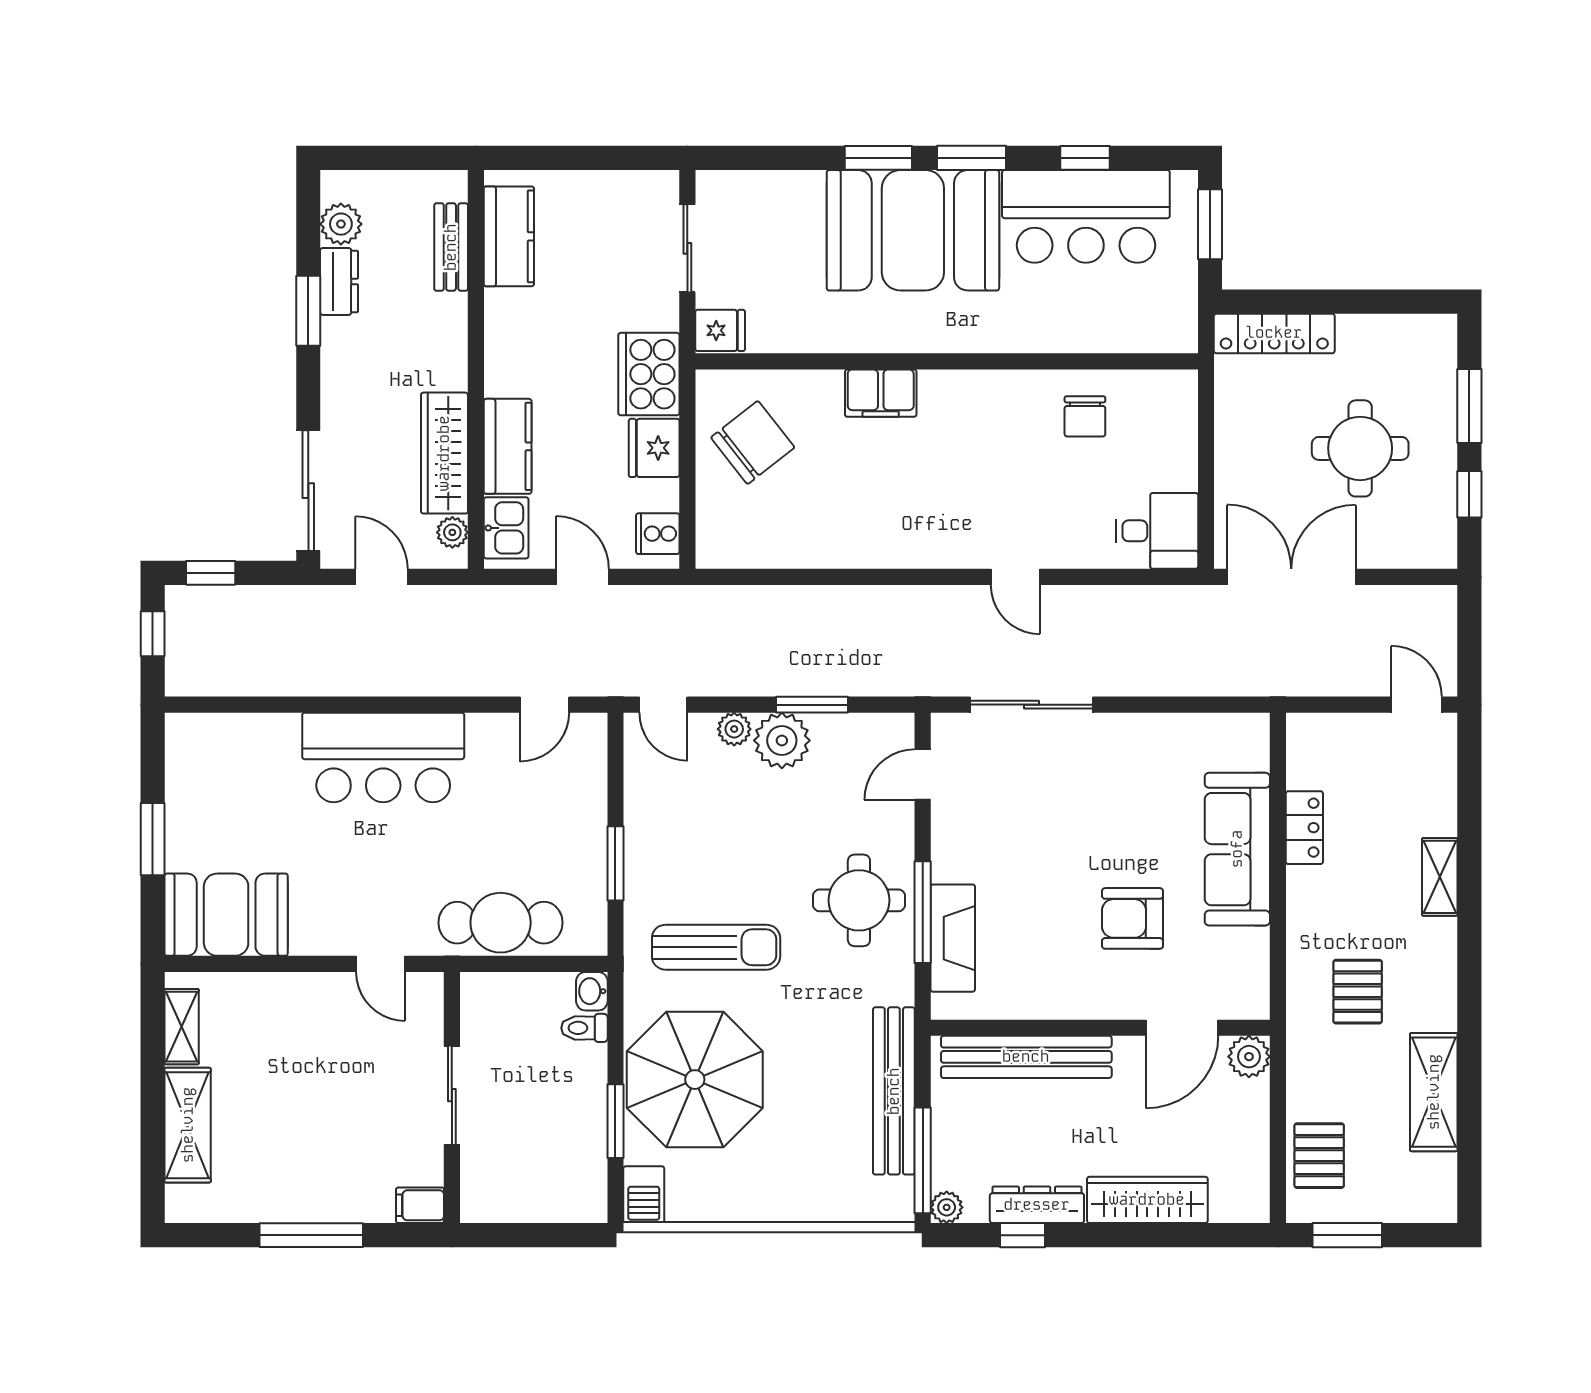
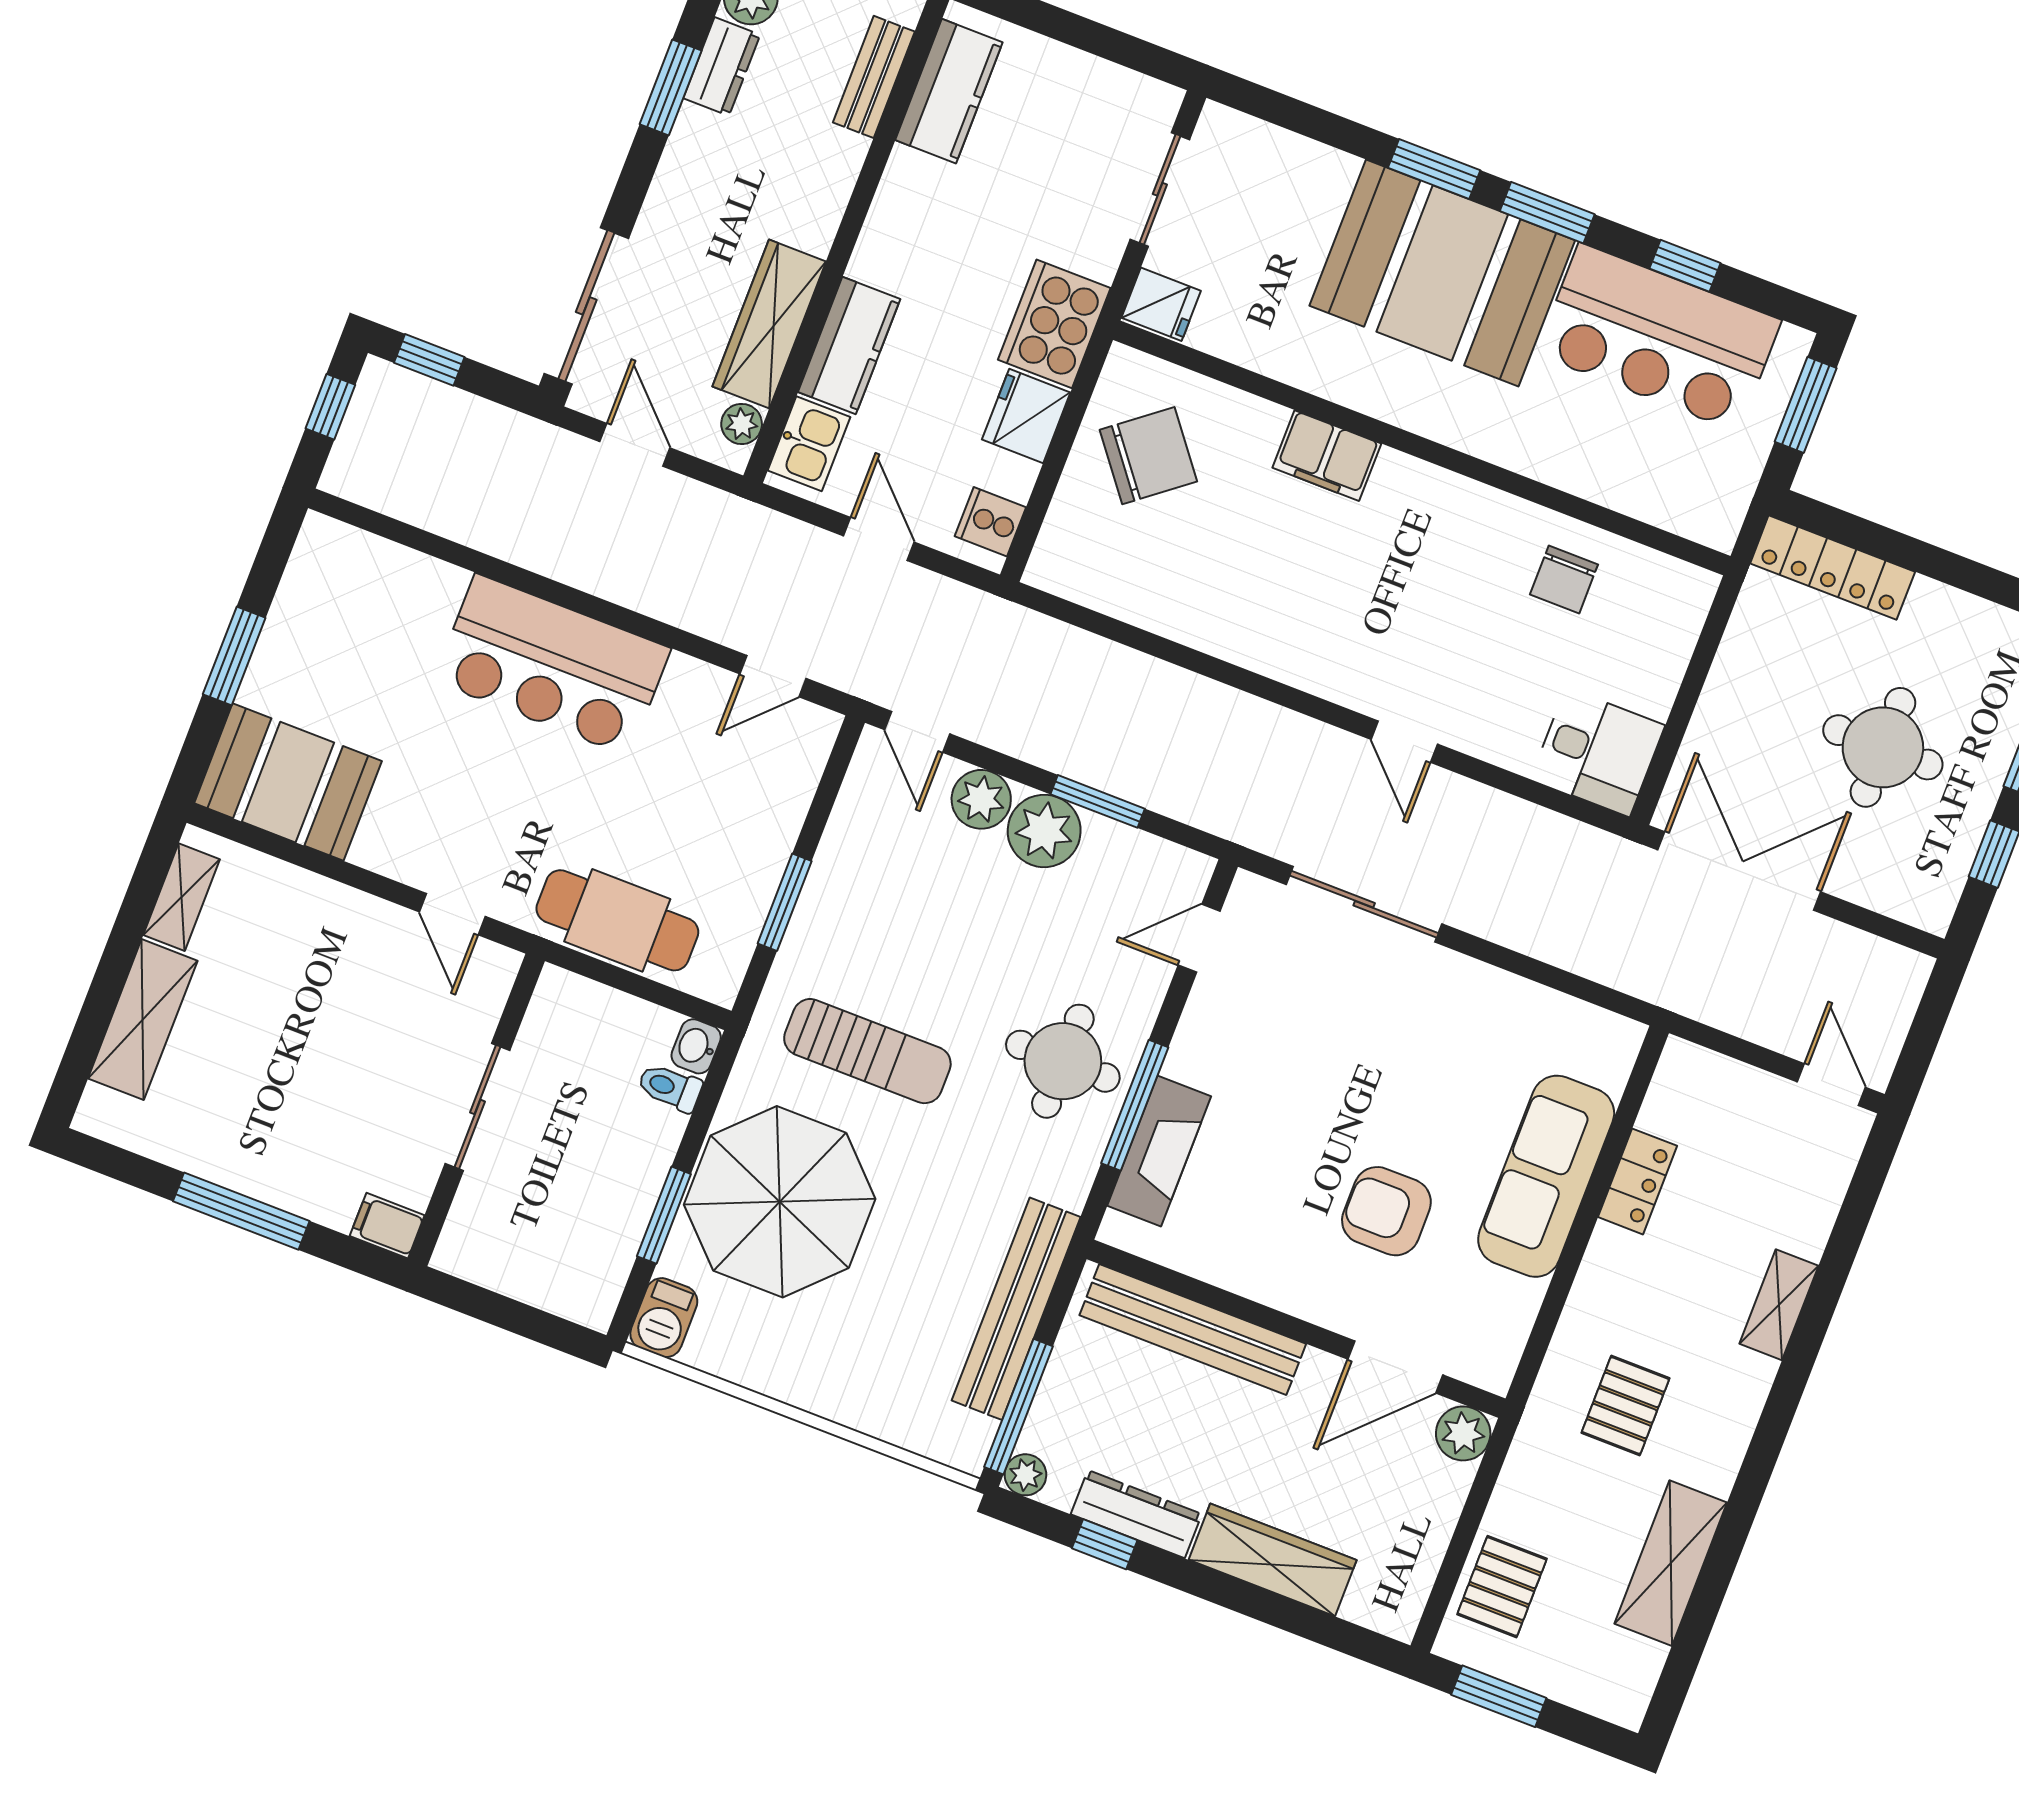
plant: (734, 729) -> (981, 799), width x1.38, depth x1.38

